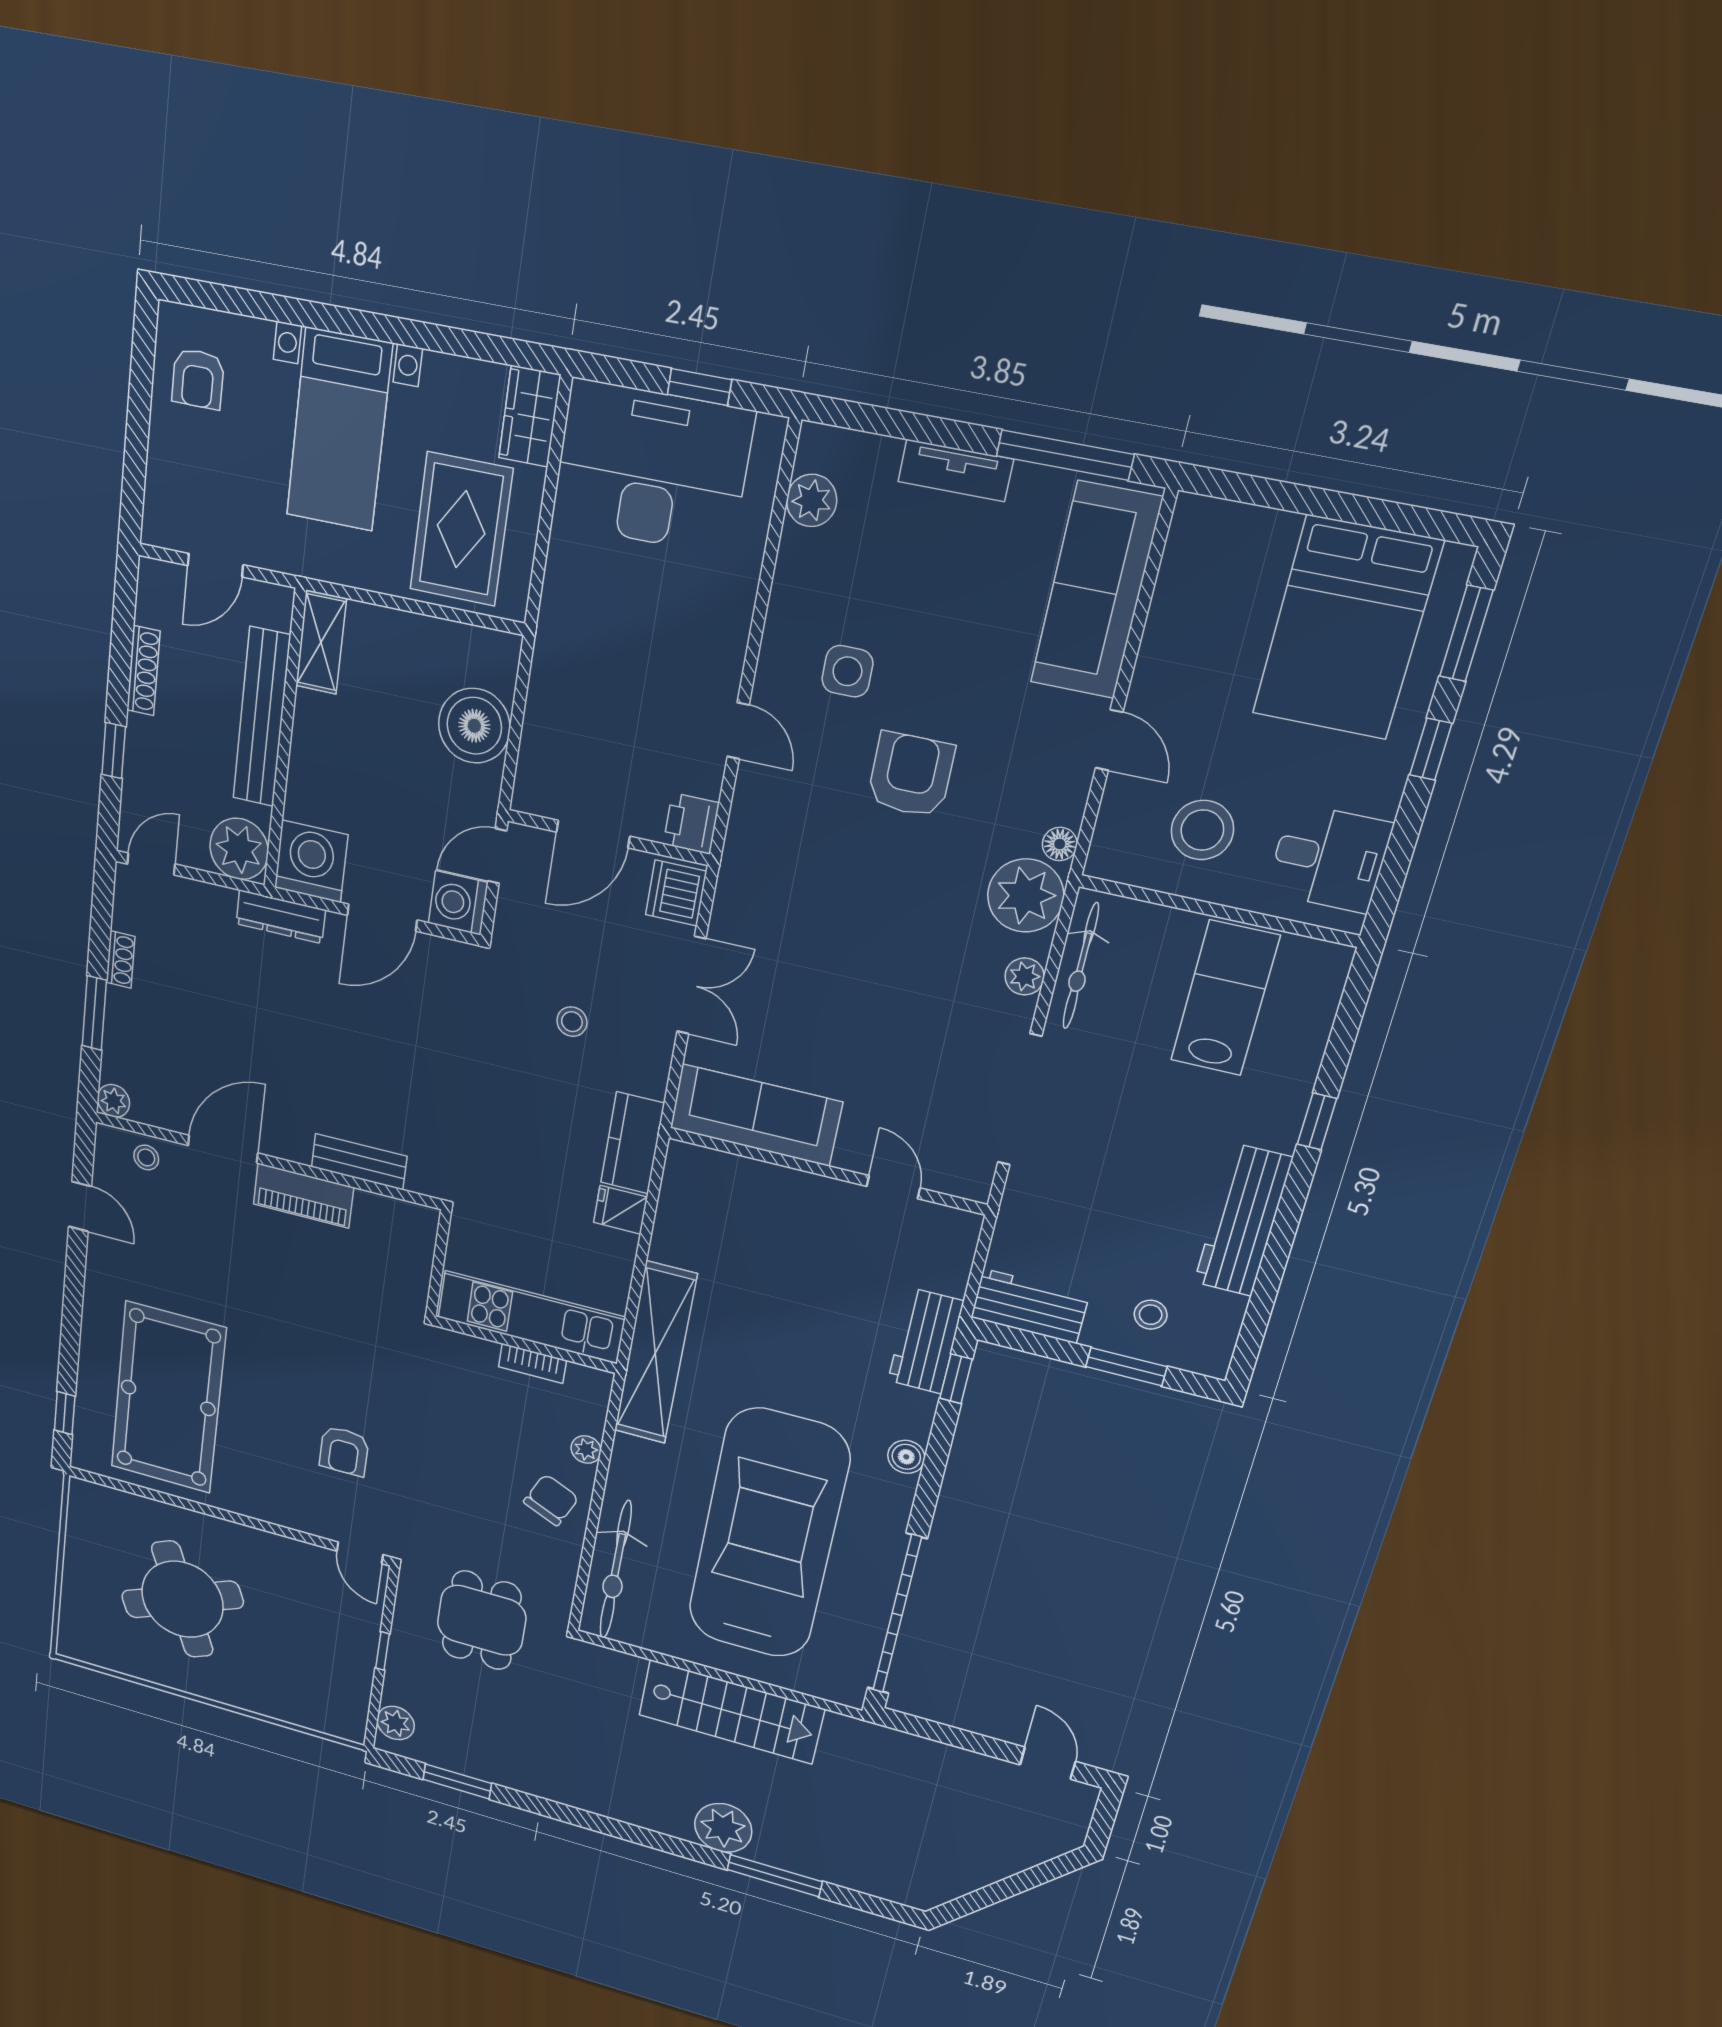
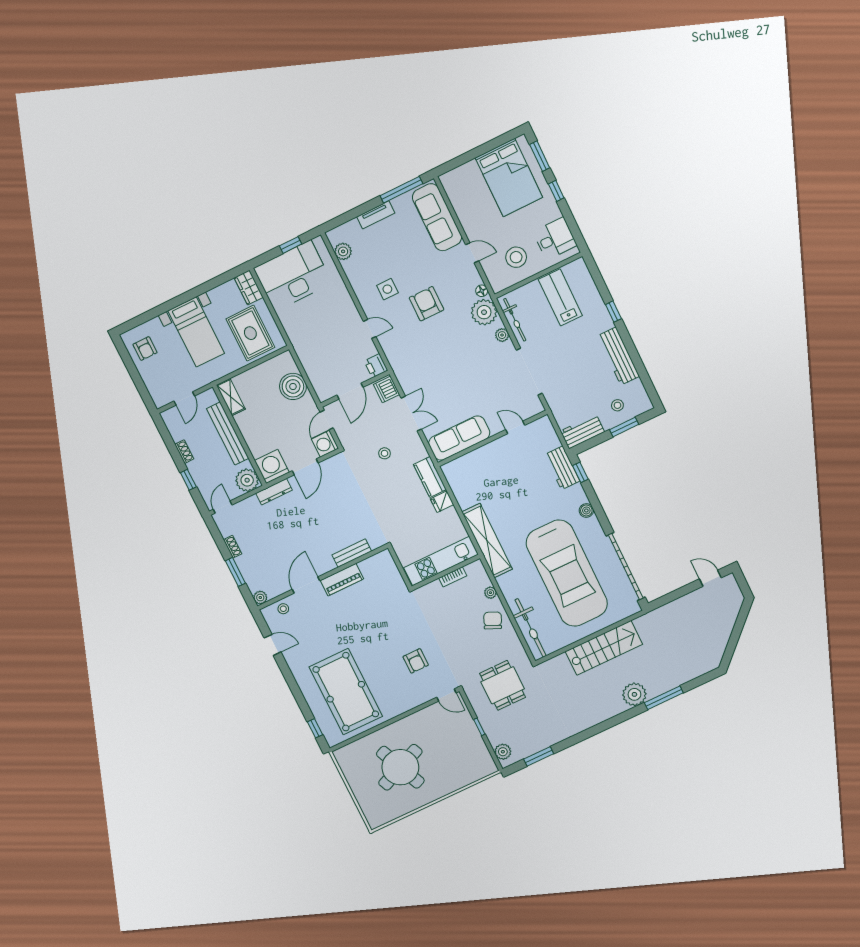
shoe rack: (143, 671) -> (184, 452), width x0.70
car: (768, 1534) -> (567, 573), turned 180

